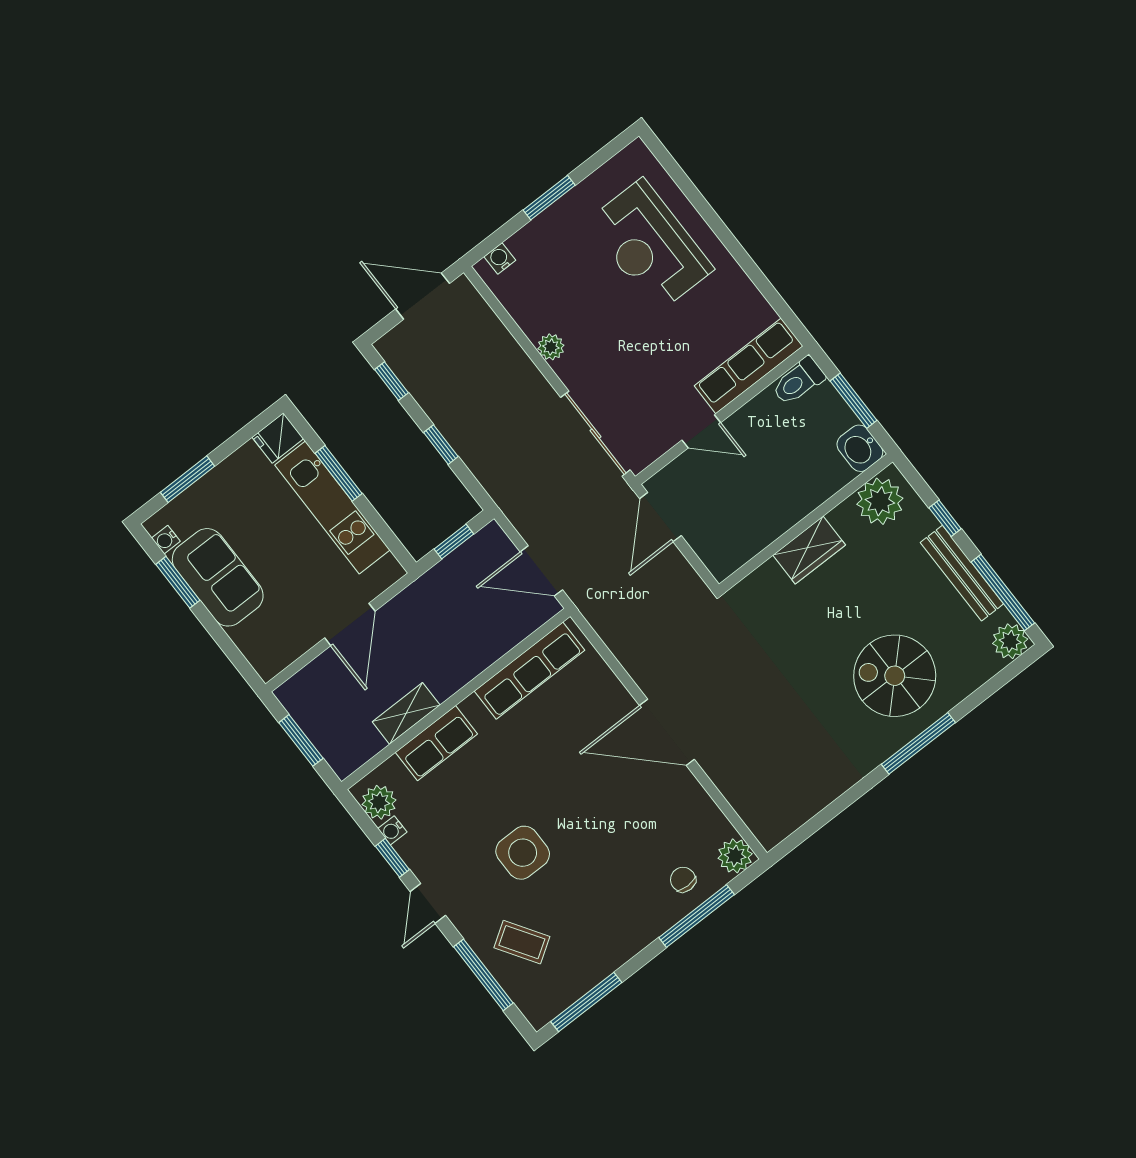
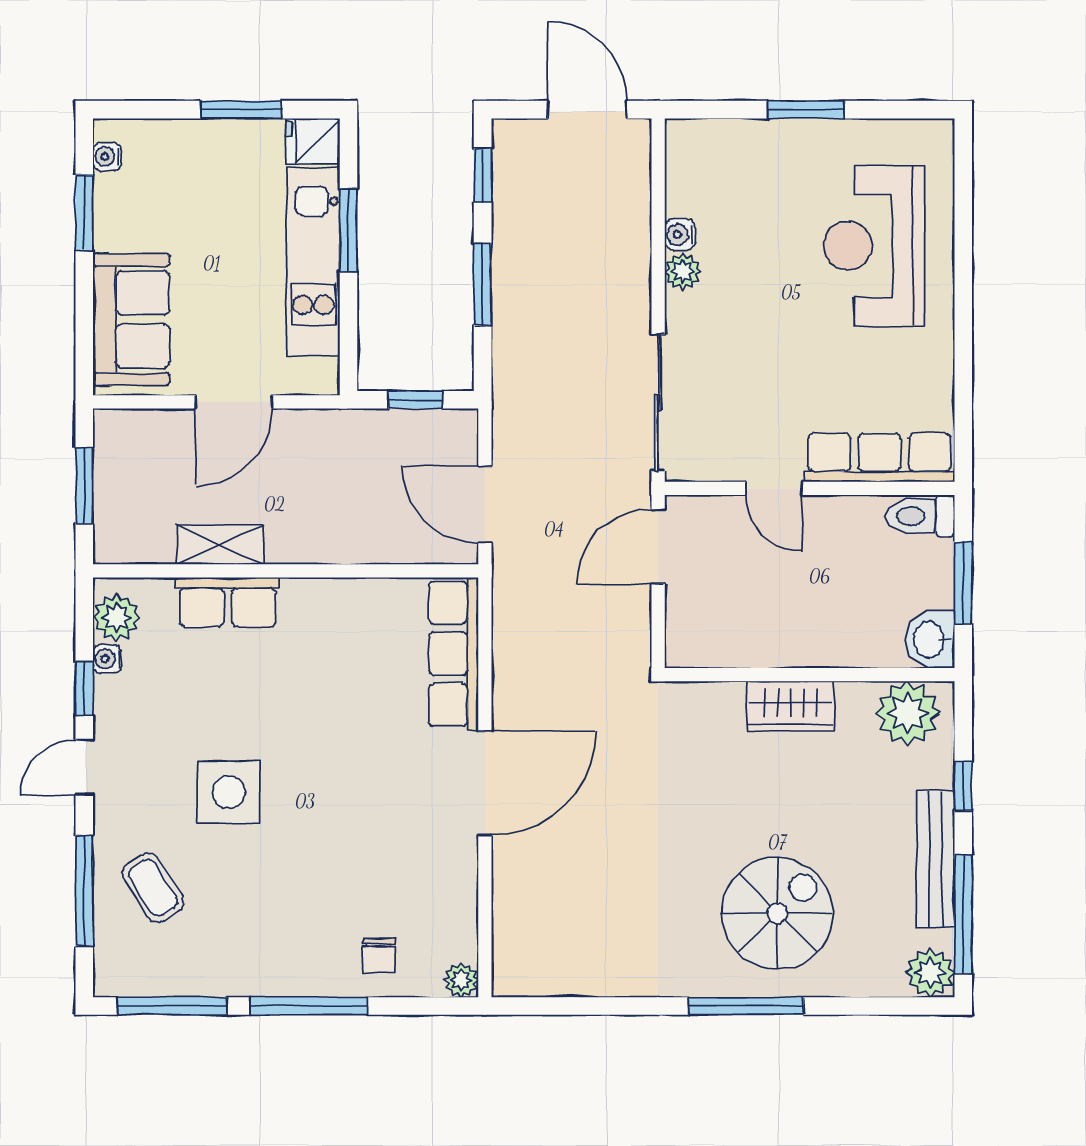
water cooler: (500, 258) -> (680, 235), moved, turned -90
window: (441, 445) -> (483, 285), width x1.50
window: (188, 479) -> (241, 110), moved
sofa: (218, 577) -> (131, 319), moved
row of seats: (530, 671) -> (454, 654), moved, turned 90
spiral stairs: (895, 676) -> (777, 913), turned 90
door: (667, 732) -> (485, 784), swing flipped
plant: (735, 856) -> (461, 980), width x0.73, depth x0.73
chair: (683, 880) -> (379, 955), turned 180
window: (697, 916) -> (308, 1006), moved

